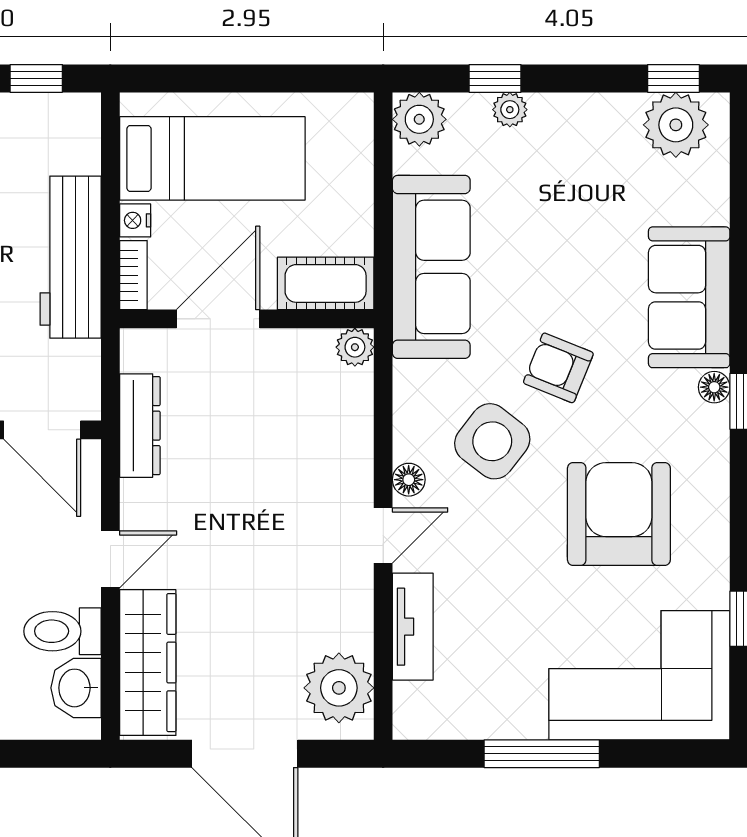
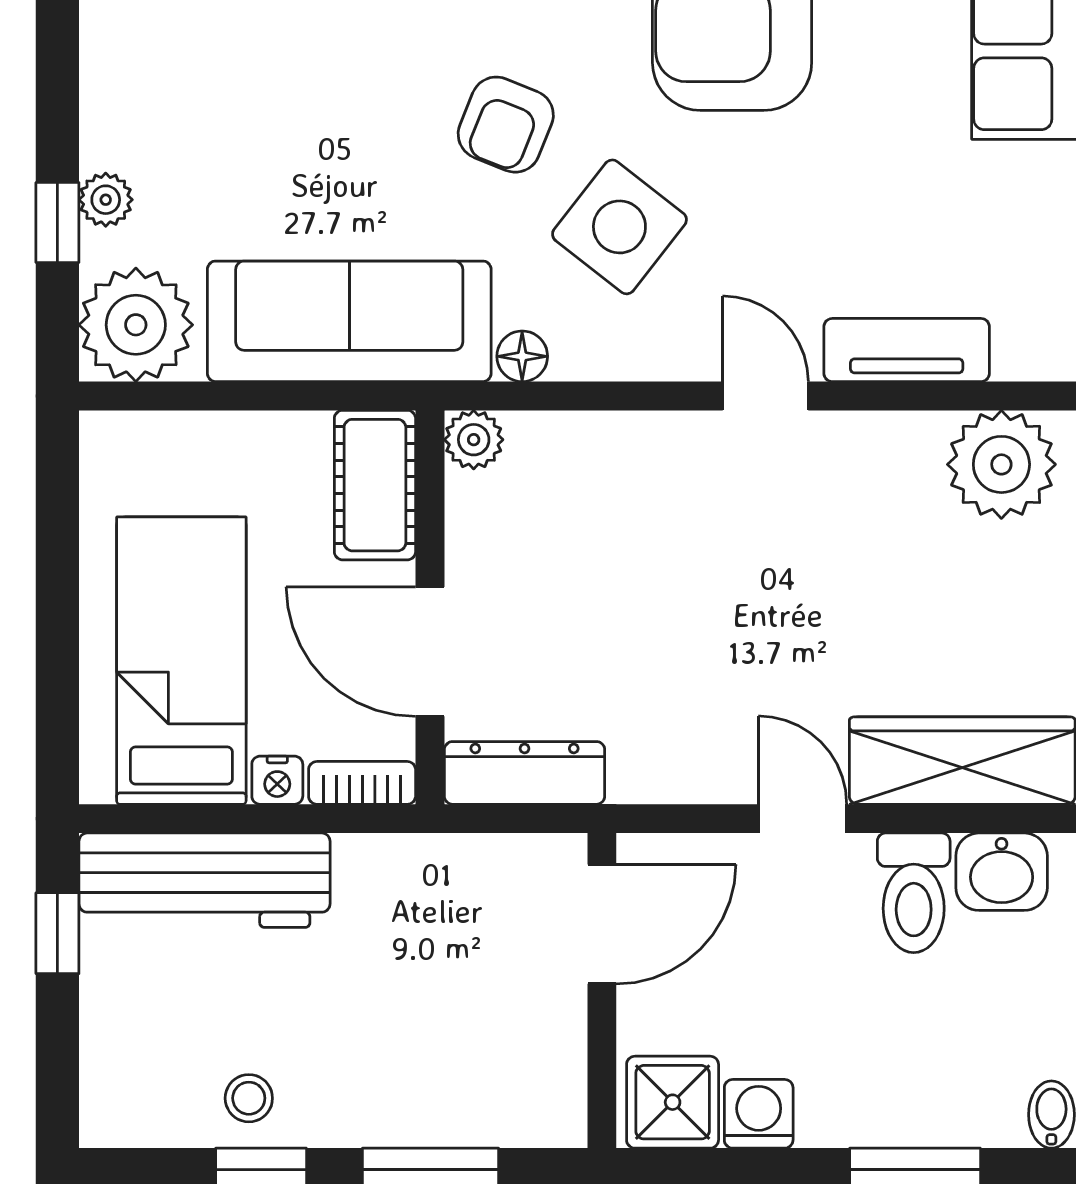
plant: (419, 119) -> (136, 325), width x1.36, depth x1.36
workbench: (71, 257) -> (204, 880), moved
dresser: (140, 426) -> (525, 773), moved
floor lamp: (409, 480) -> (522, 356), moved

